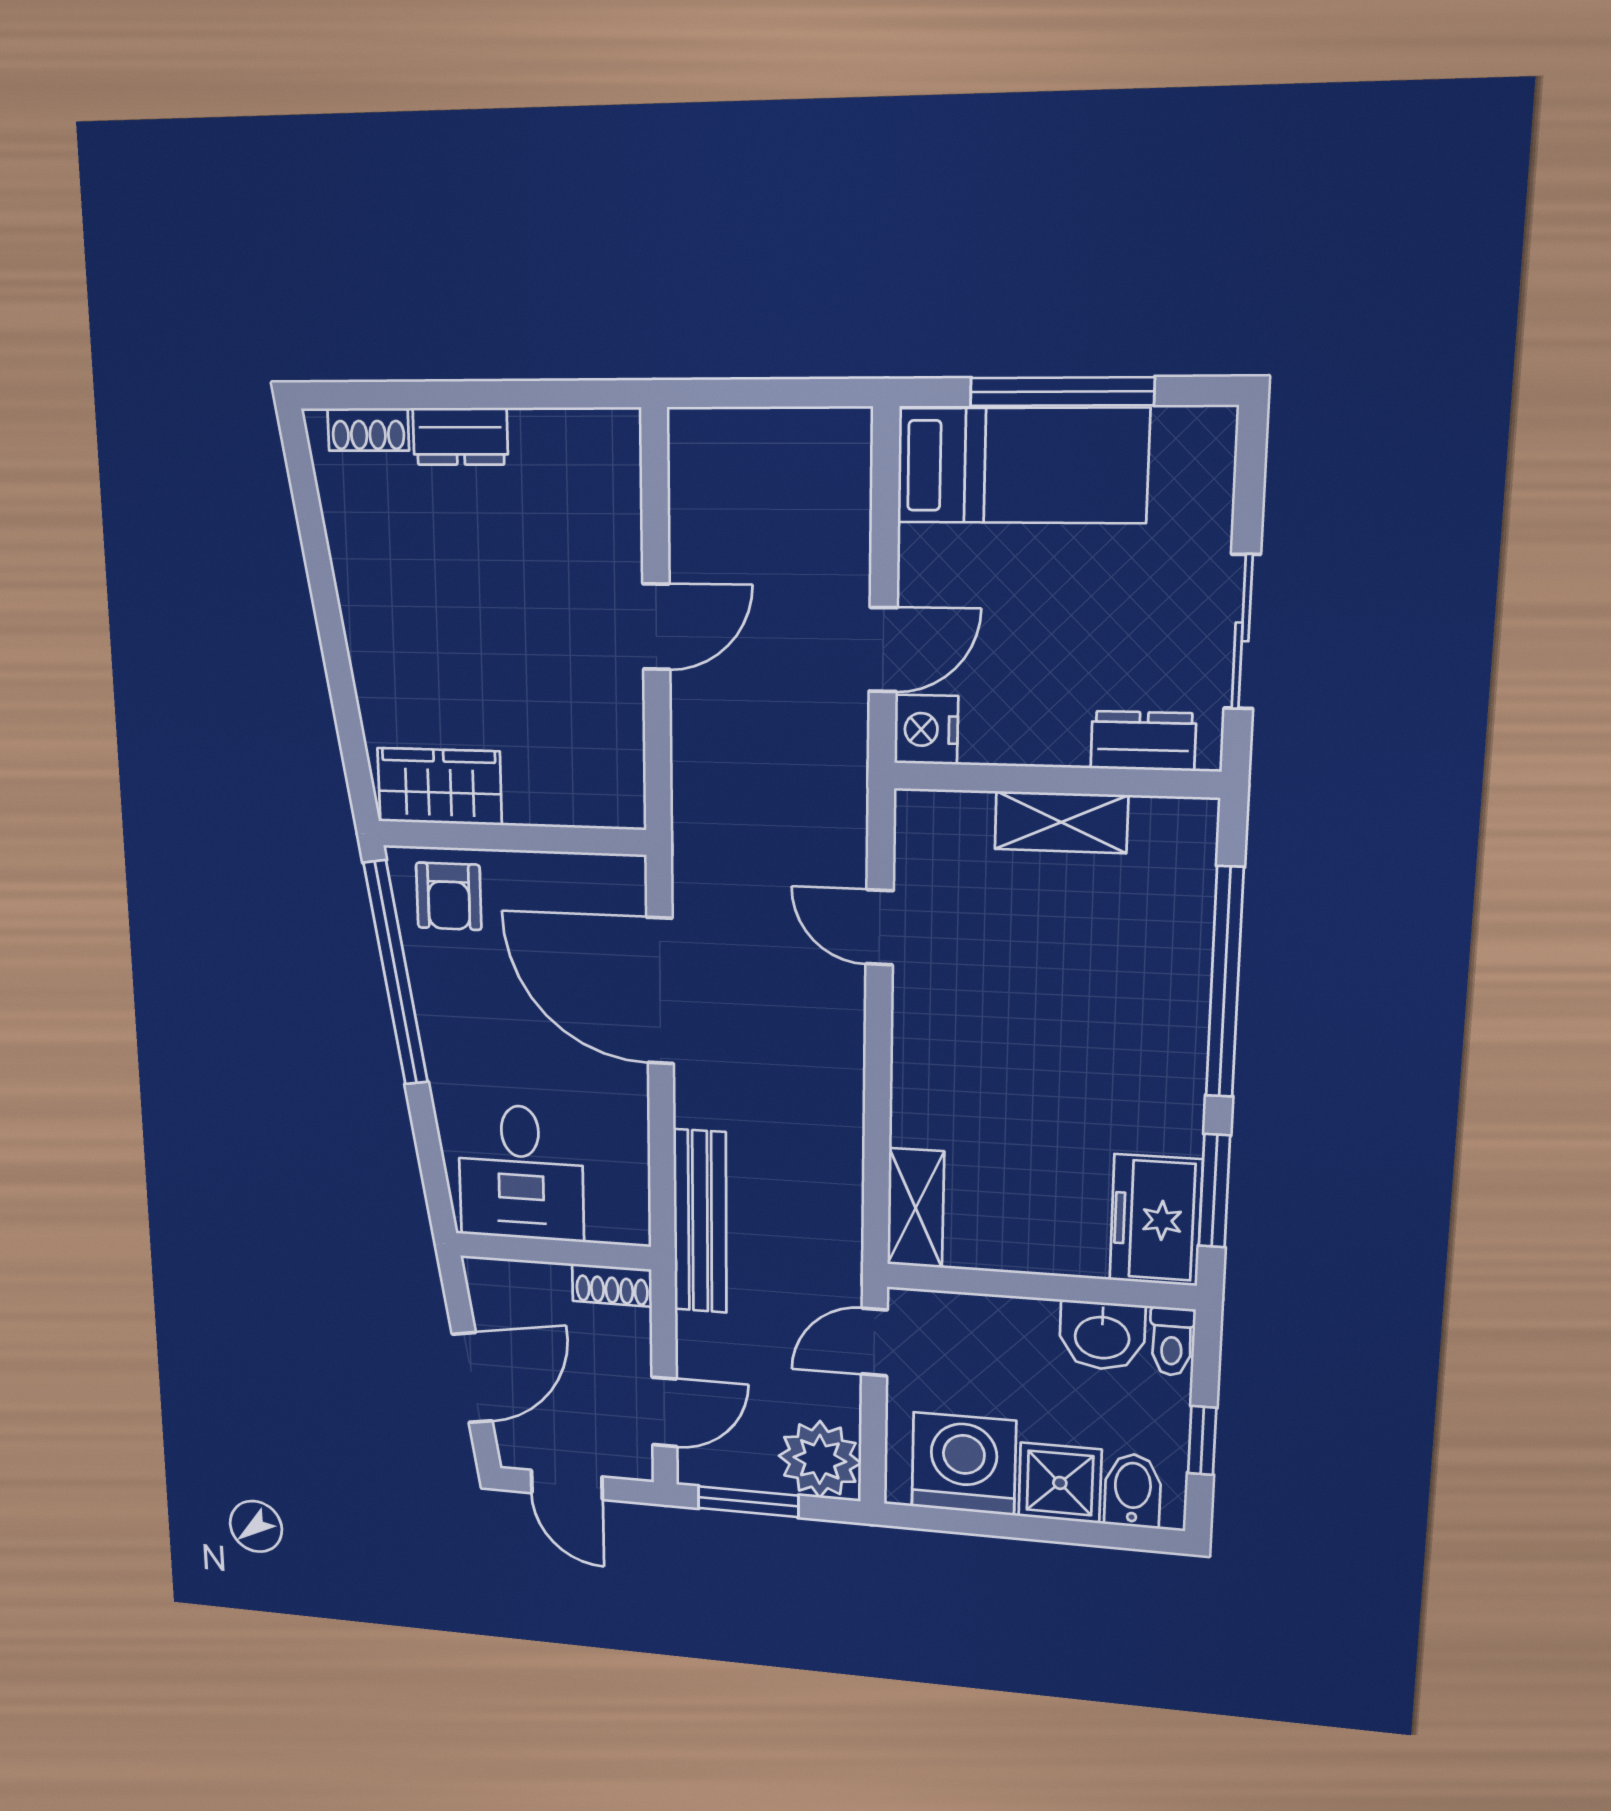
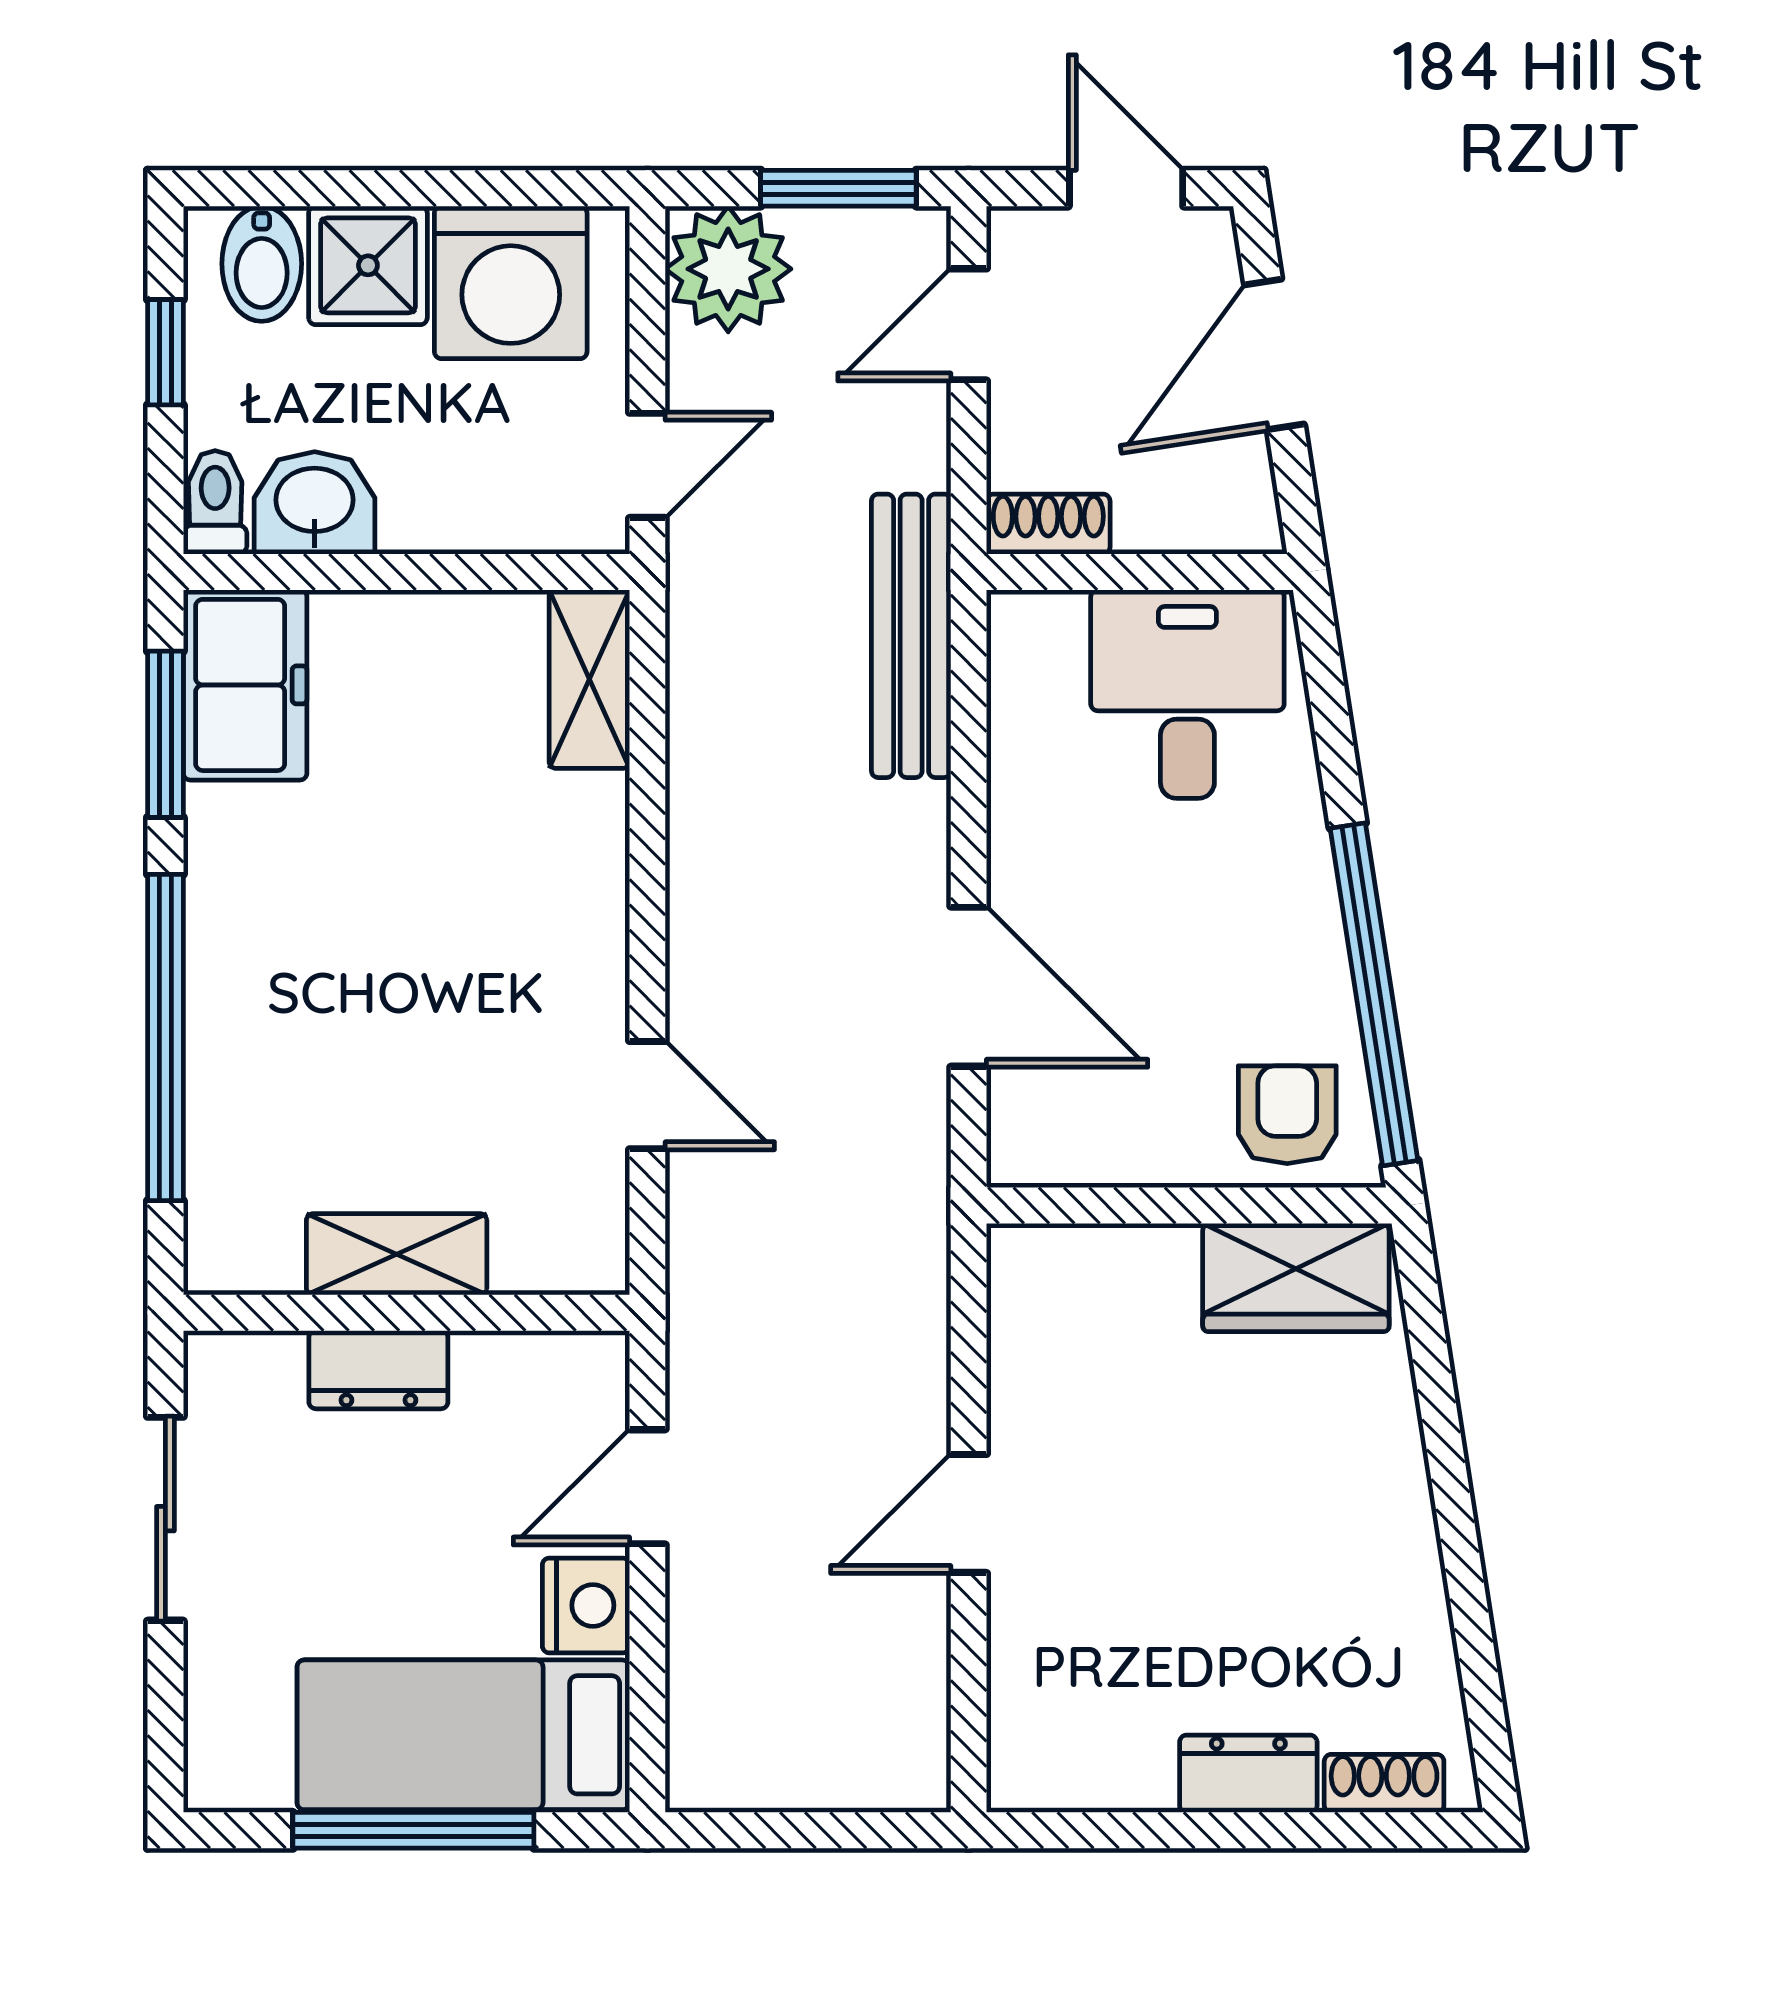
nightstand: (926, 730) -> (586, 1605), moved
dresser: (1143, 741) -> (378, 1370), moved
door: (660, 991) -> (969, 987), width x0.73

